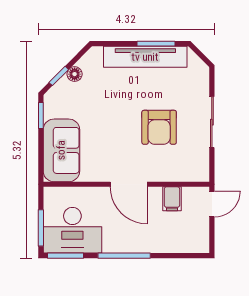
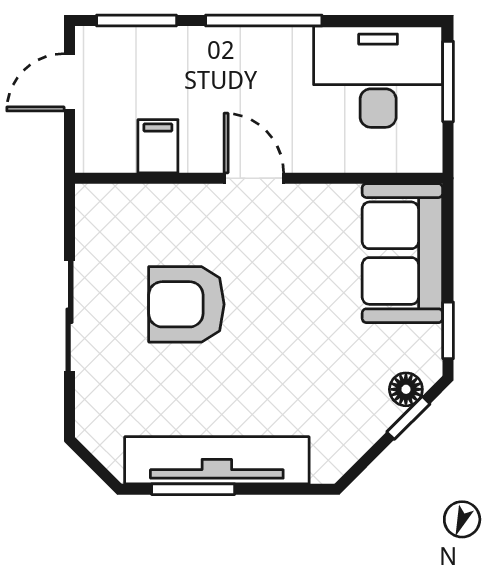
floor lamp: (75, 74) -> (406, 389), moved
armchair: (159, 127) -> (186, 304), turned -90
door: (129, 184) -> (254, 178), width x0.73
door: (212, 204) -> (69, 82), moved
window: (66, 256) -> (137, 20), moved

